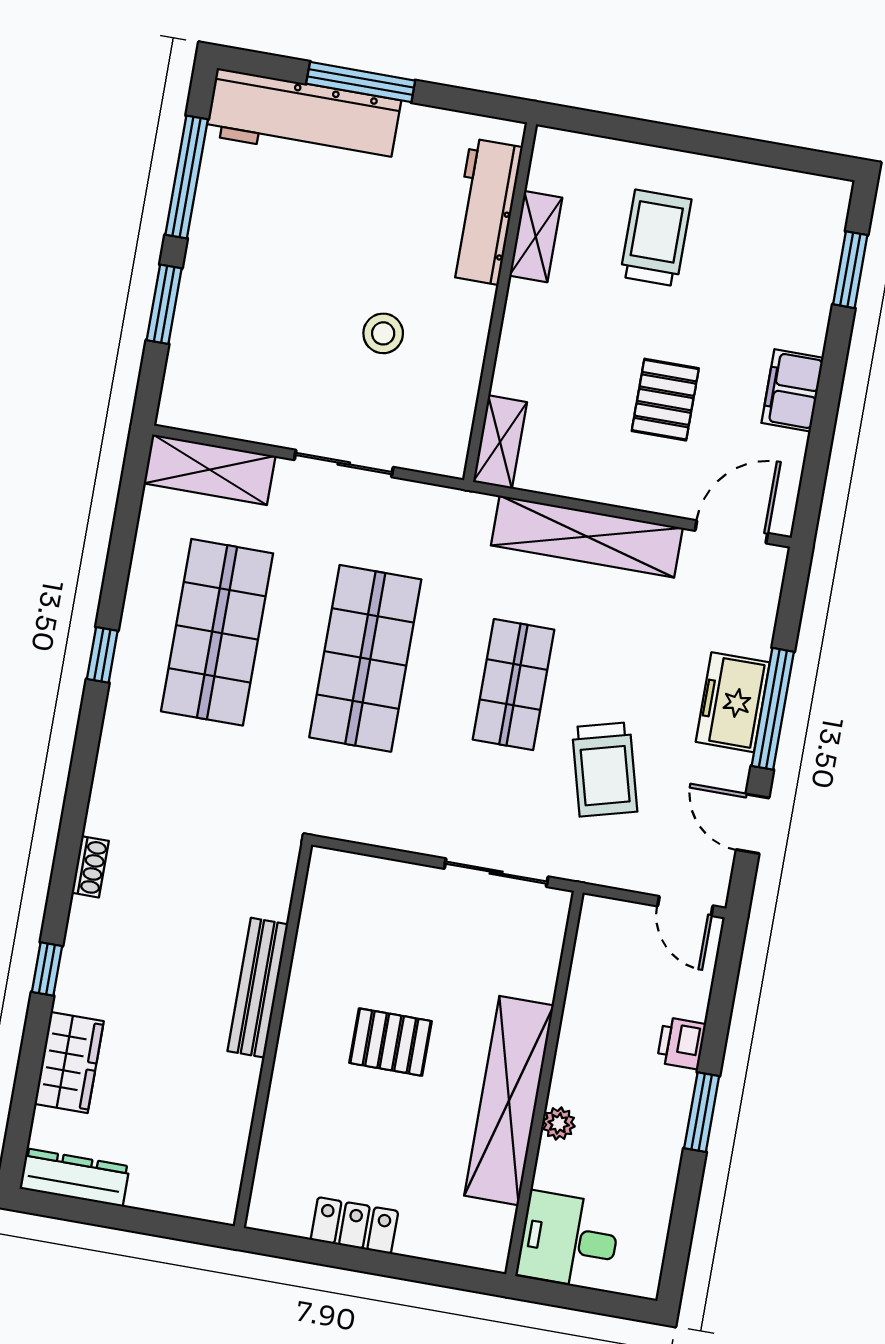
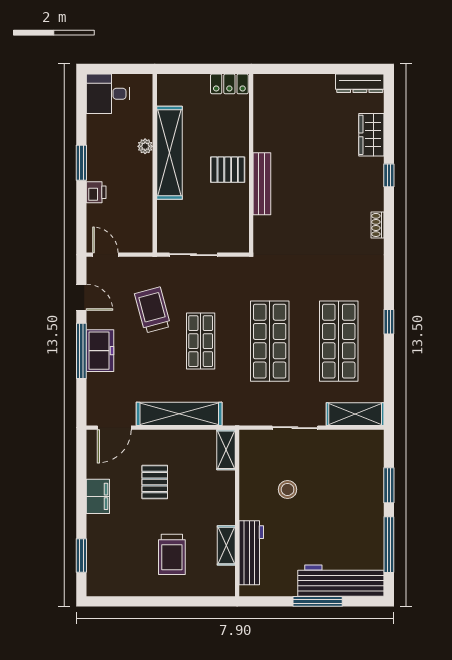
bench: (258, 988) -> (262, 184), moved
wall: (273, 1035) -> (251, 163), moved
desk: (569, 1240) -> (108, 94), moved, turned 180

